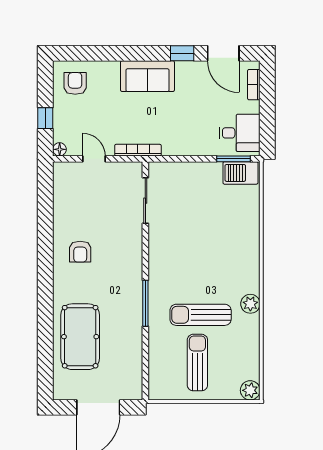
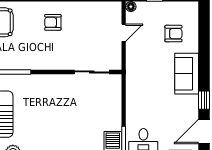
armchair: (75, 83) -> (173, 34), moved
bookcase: (138, 150) -> (130, 66), removed

